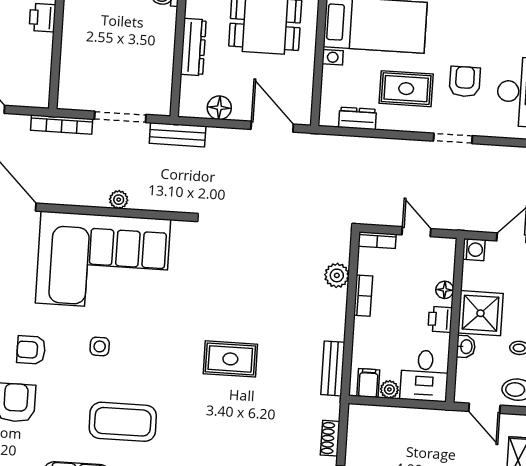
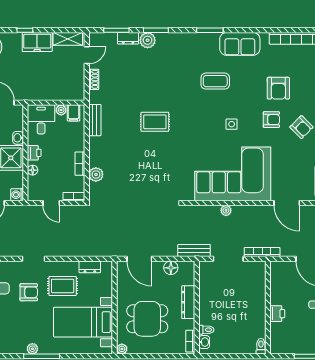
armchair: (465, 82) -> (29, 292), turned -90
coffee table: (123, 422) -> (215, 81), width x0.73, depth x0.76

